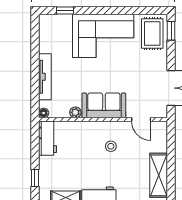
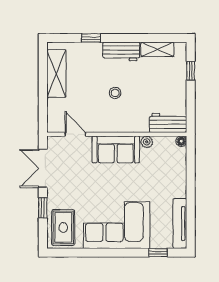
window: (171, 31) -> (43, 208), moved
tv unit: (45, 77) -> (180, 224), moved
workbench: (47, 138) -> (168, 123), moved, turned 90
stool: (111, 146) -> (115, 93), moved

